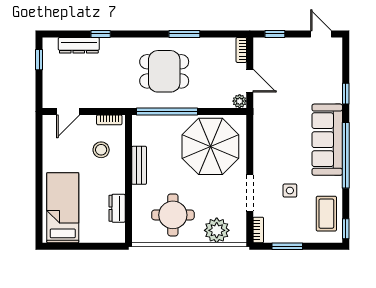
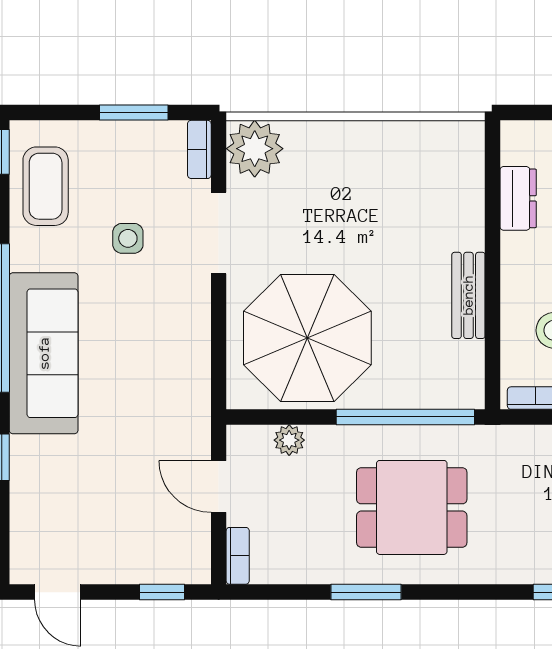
plant: (240, 101) -> (289, 440), moved
round table: (173, 215) -> (392, 183), removed
plant: (217, 230) -> (255, 149), moved

